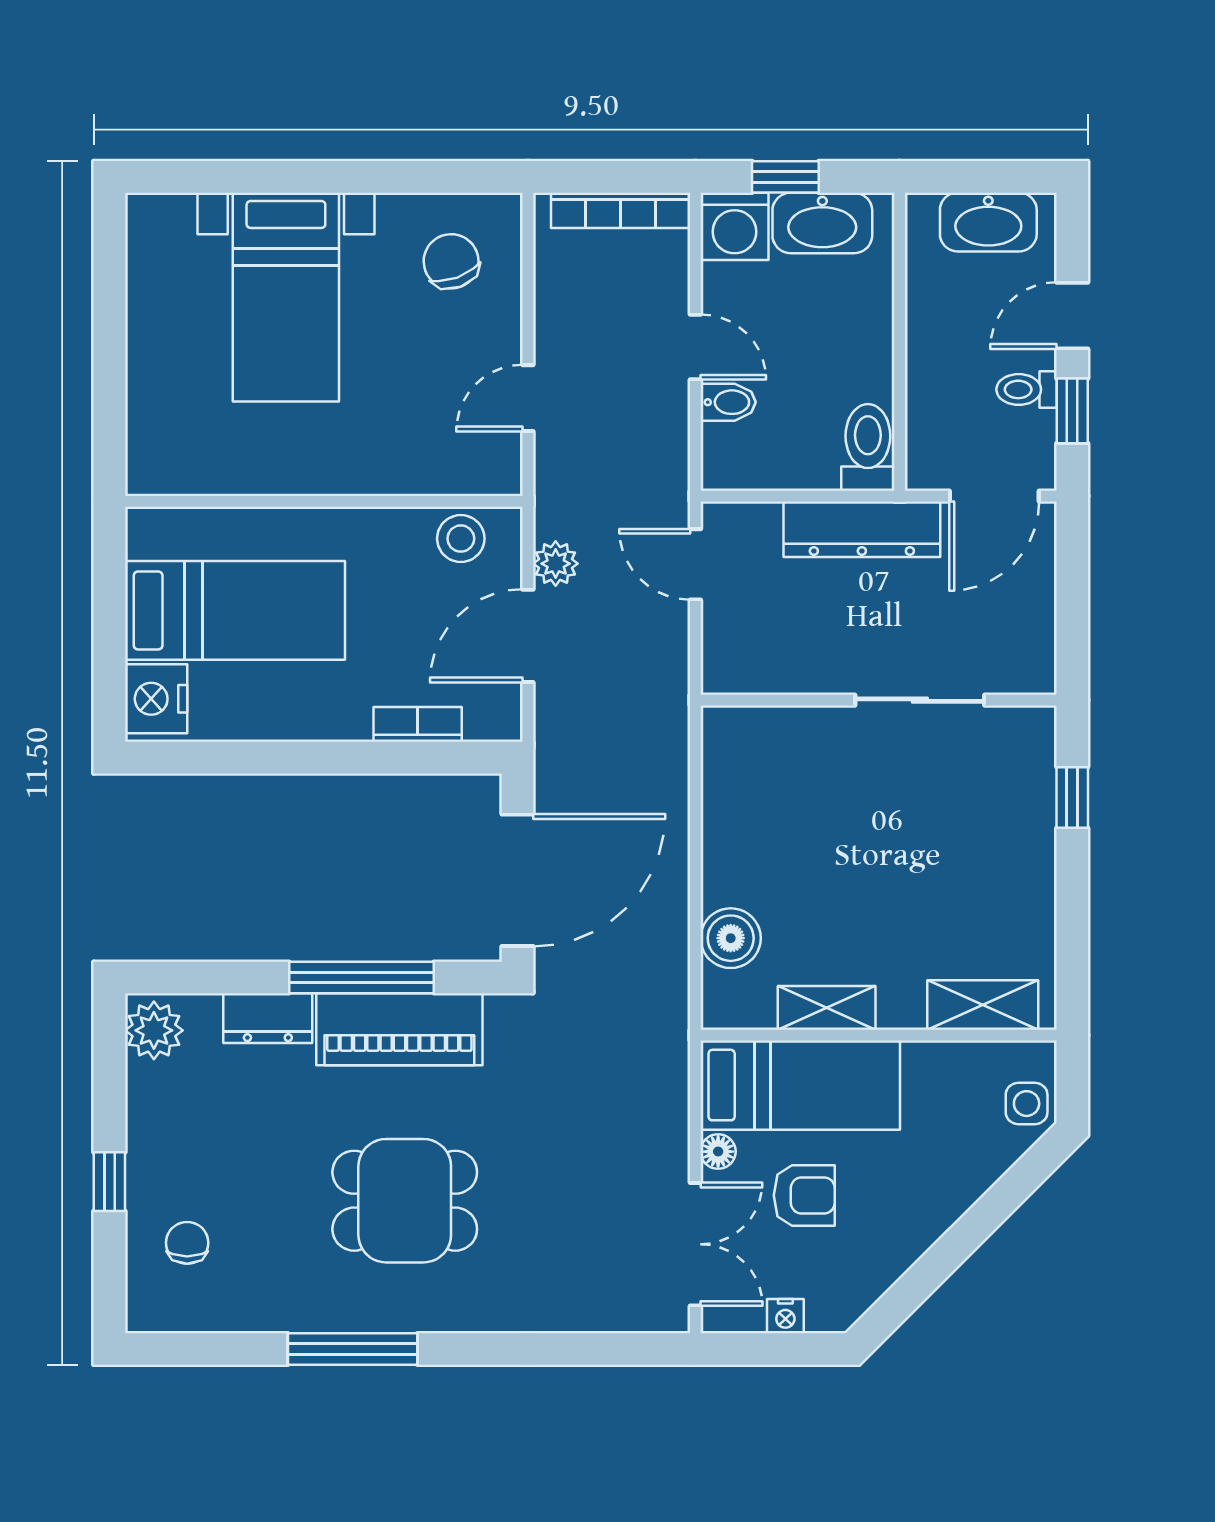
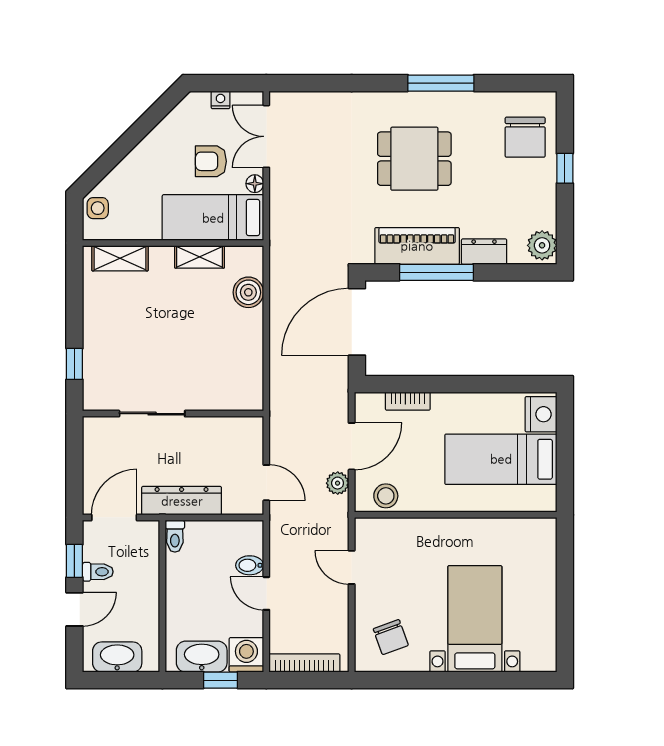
door: (528, 398) -> (352, 567), swing flipped
toilet: (868, 447) -> (175, 536), width x0.73, depth x0.72
chair: (187, 1243) -> (525, 137), width x1.87, depth x1.87

